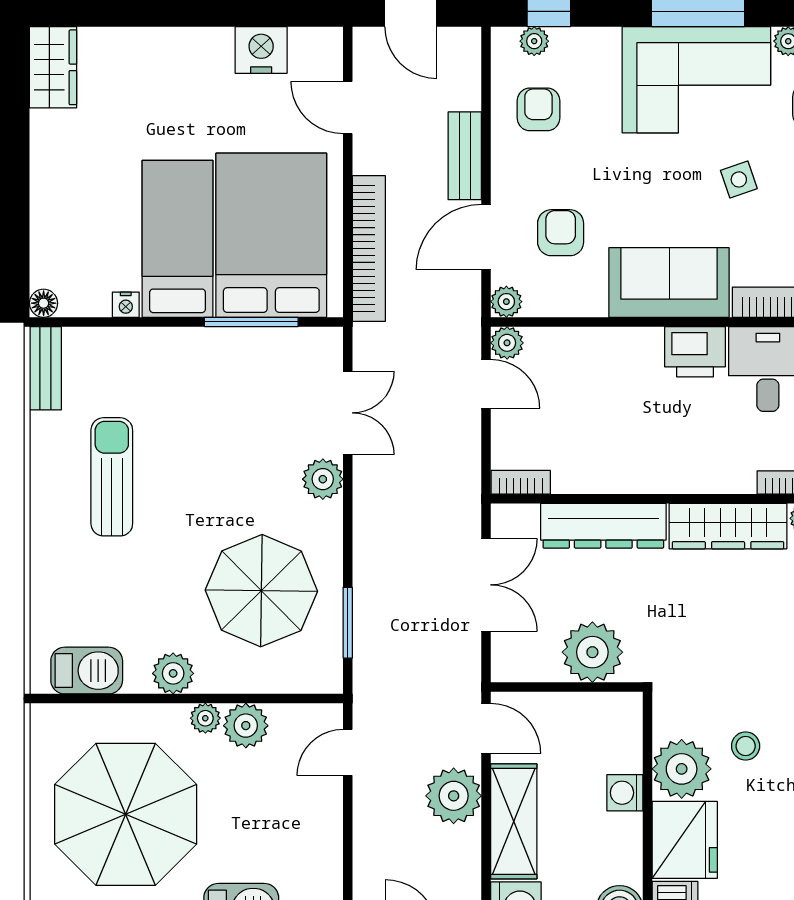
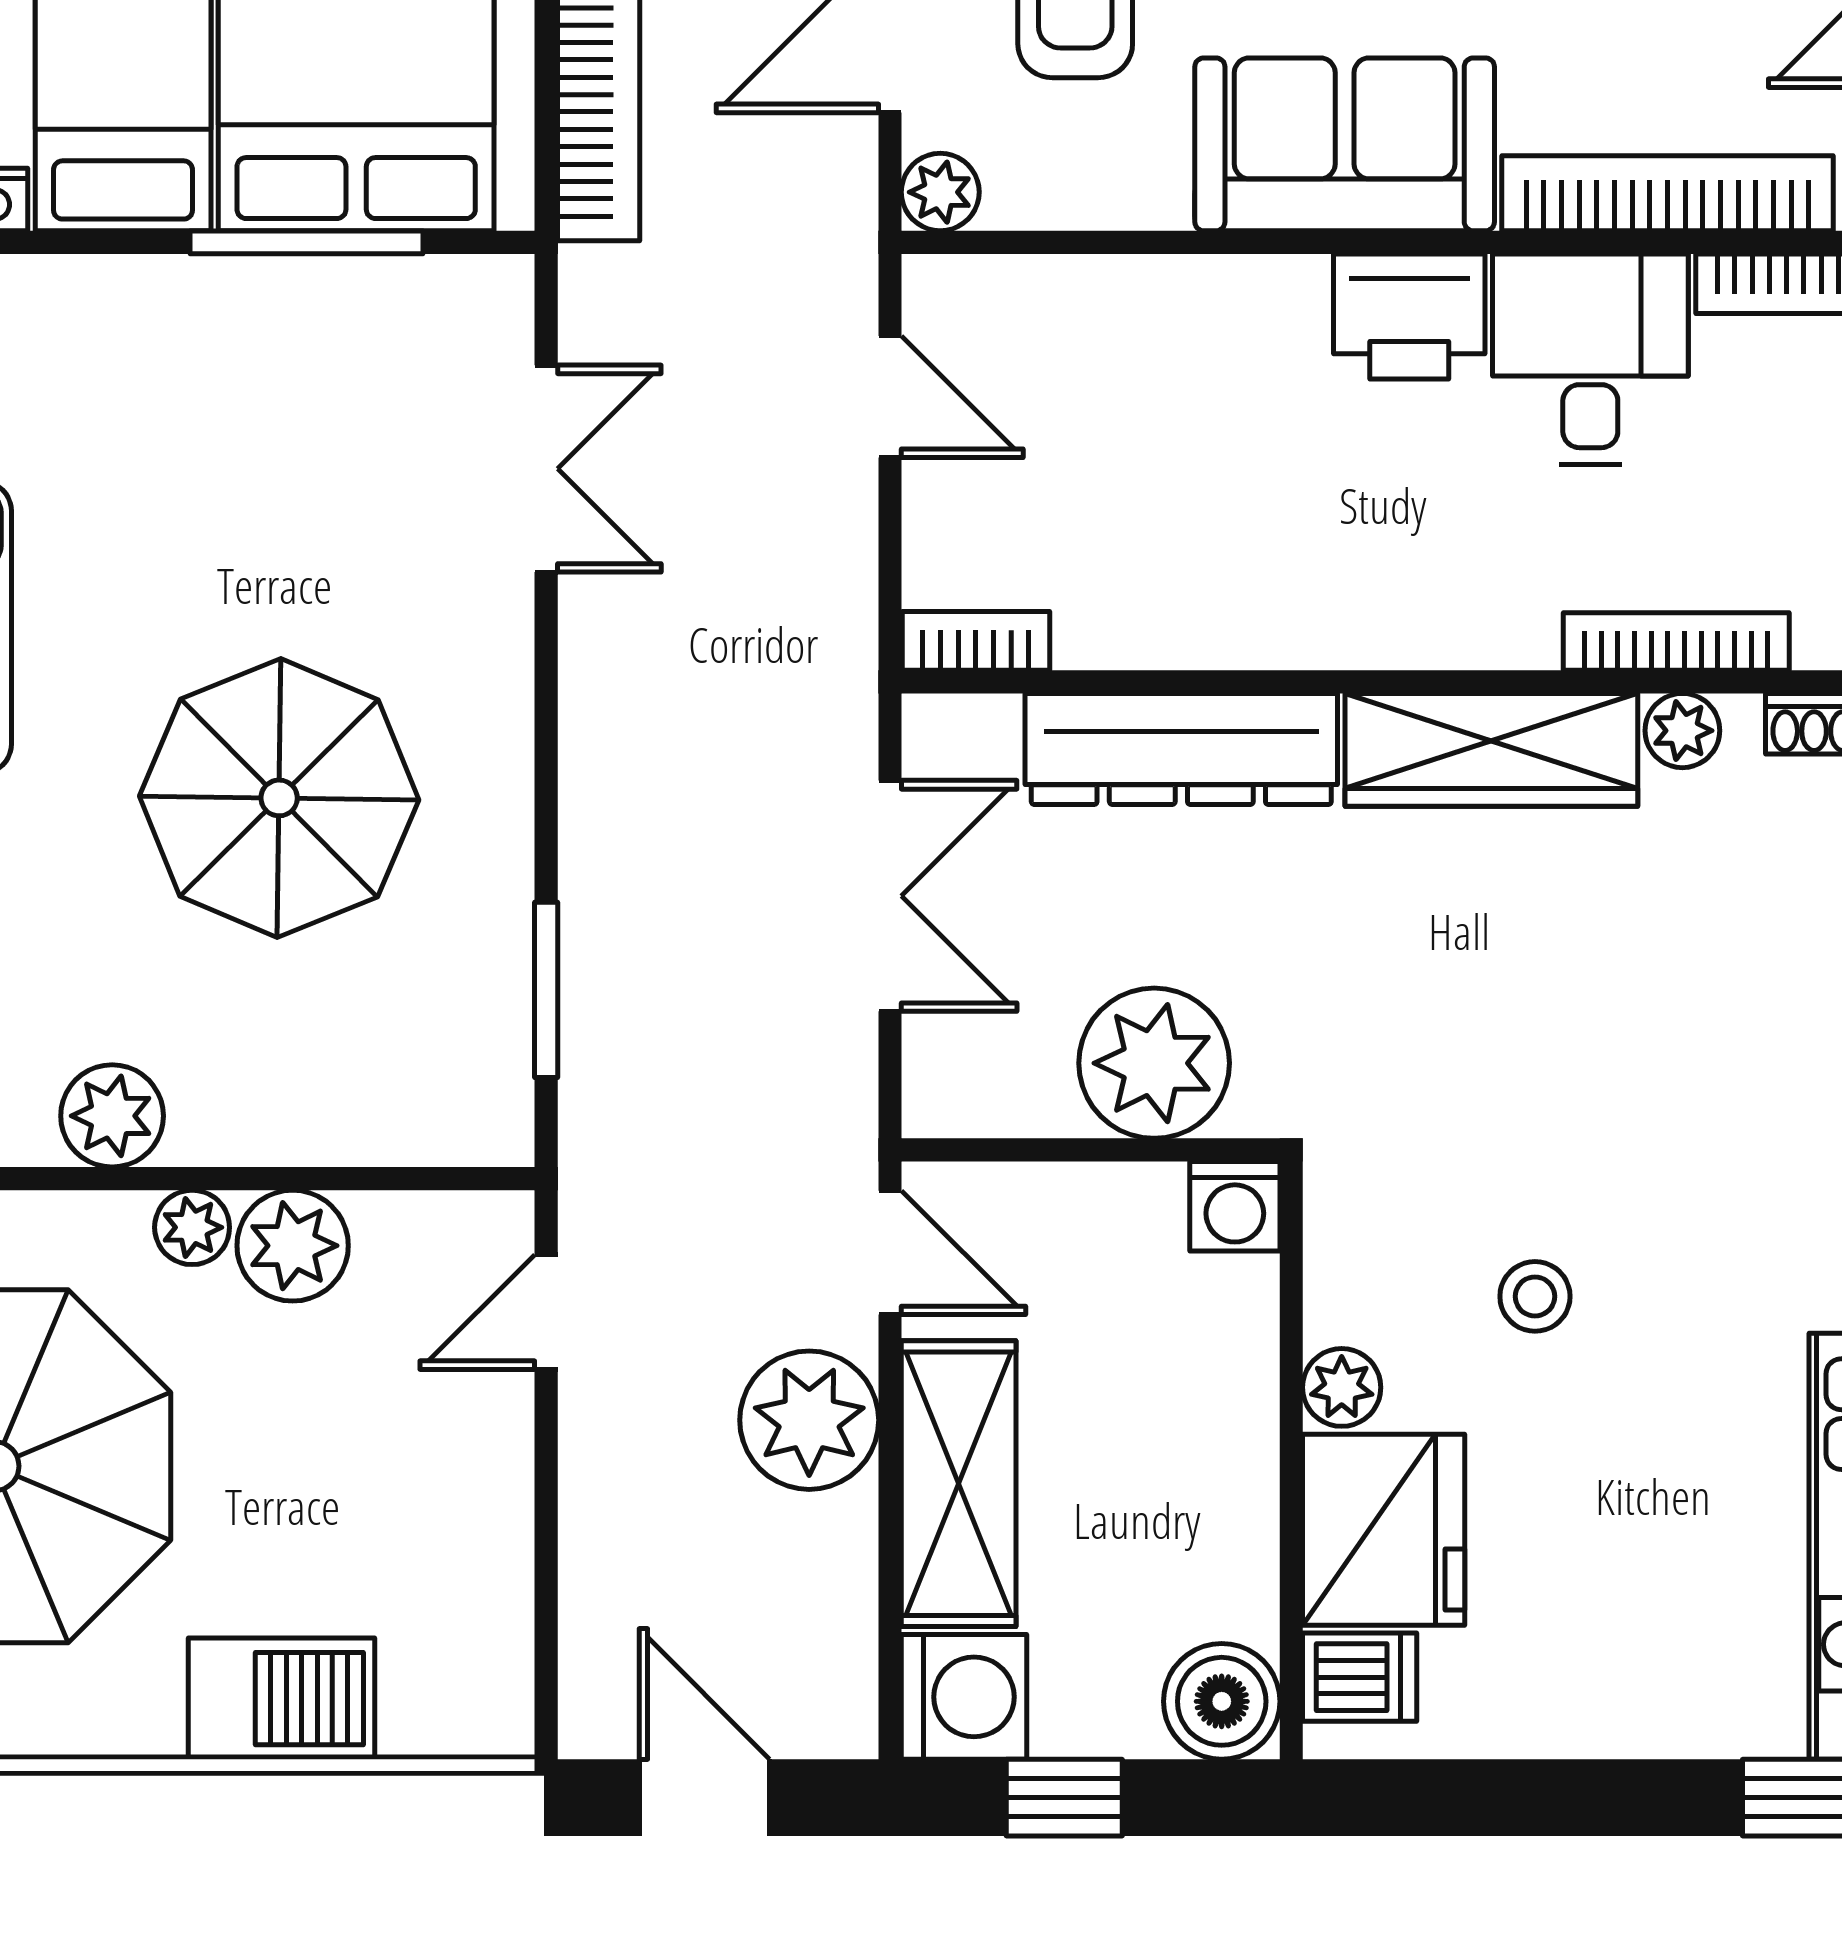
plant: (507, 343) -> (942, 294), removed
plant: (323, 479) -> (484, 633), removed
parasol: (261, 591) -> (279, 798), moved
plant: (682, 769) -> (1342, 1387), width x0.53, depth x0.53
washing machine: (625, 793) -> (1235, 1206), moved, turned -90

